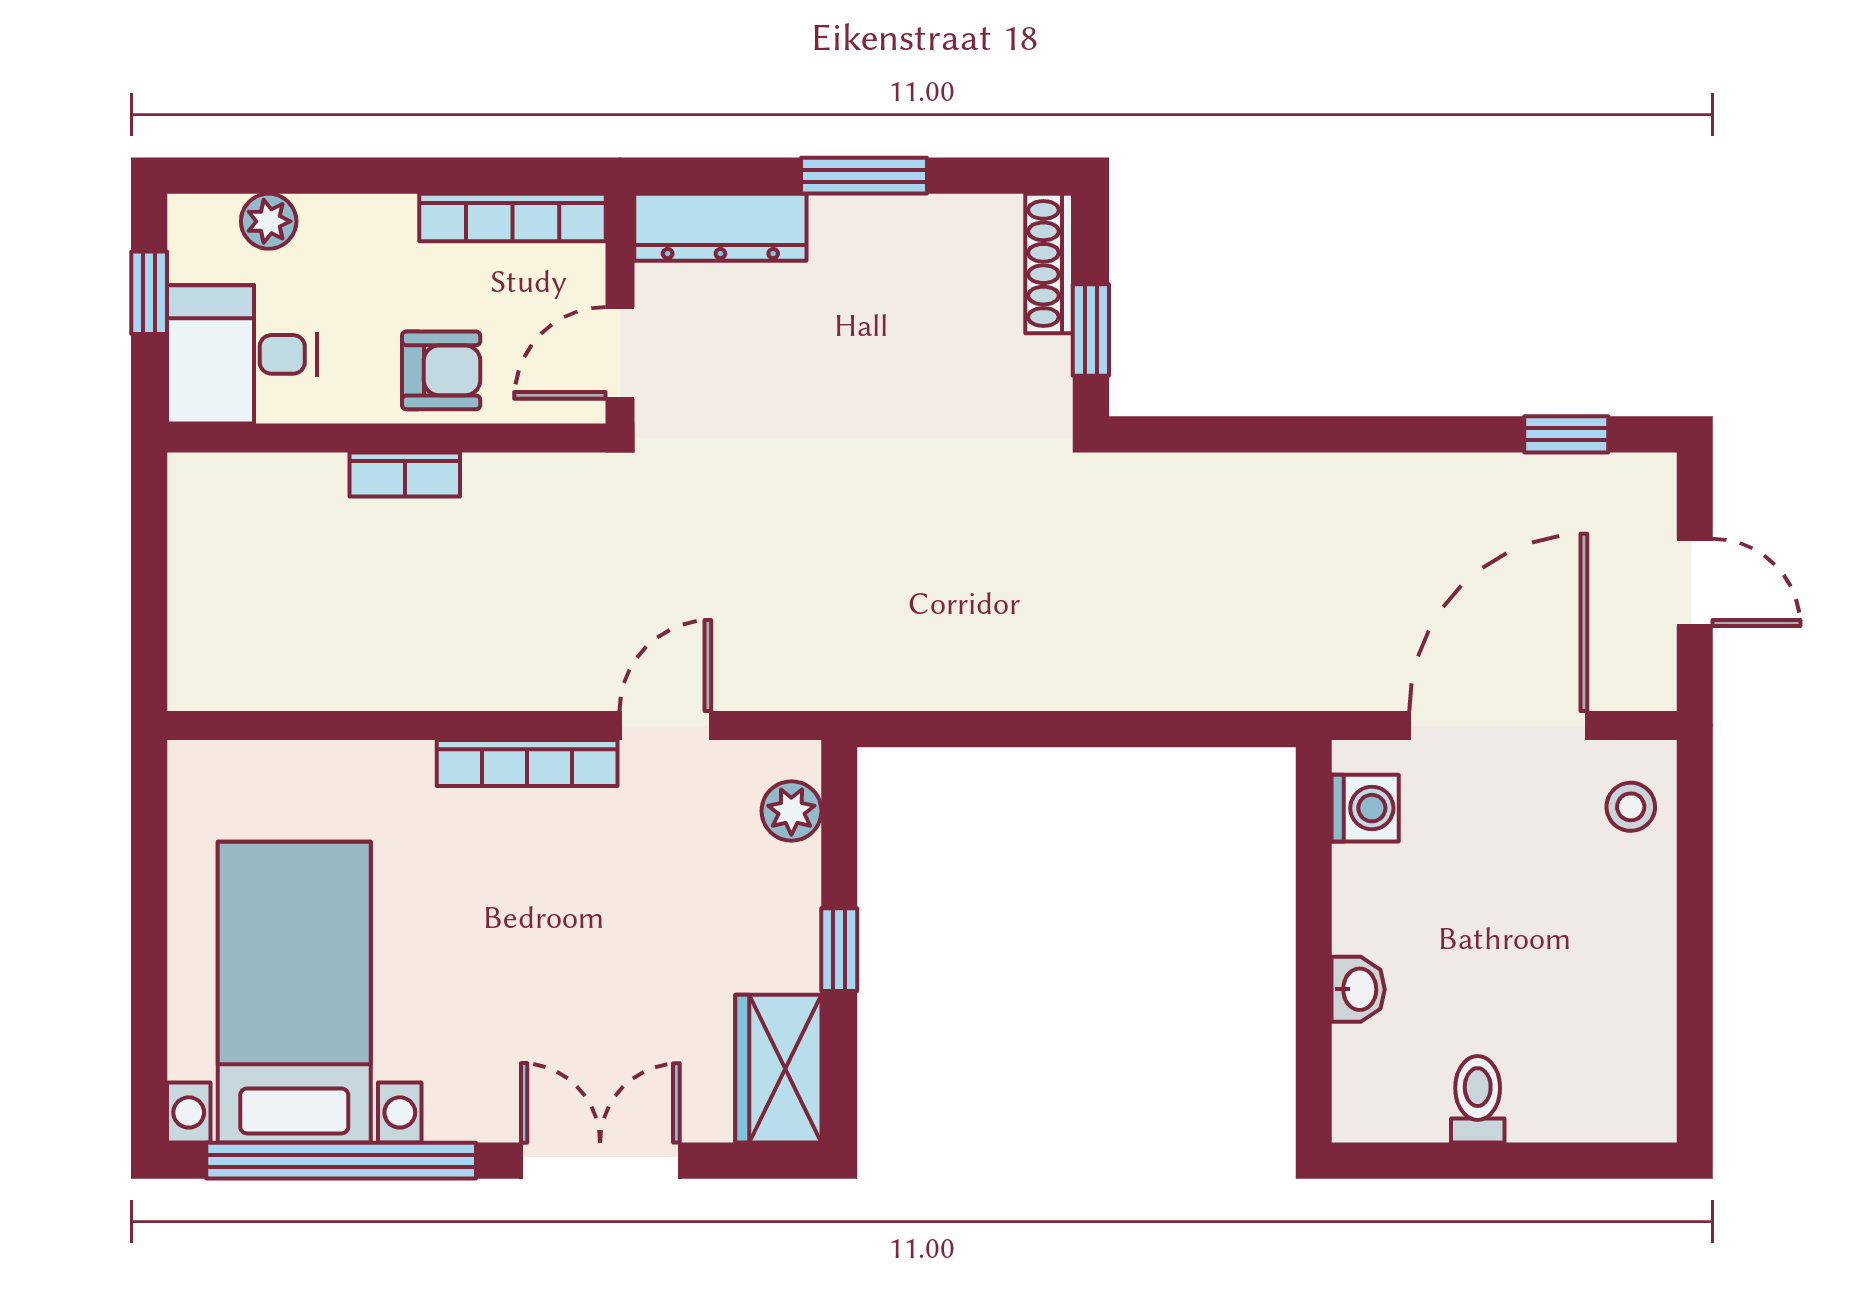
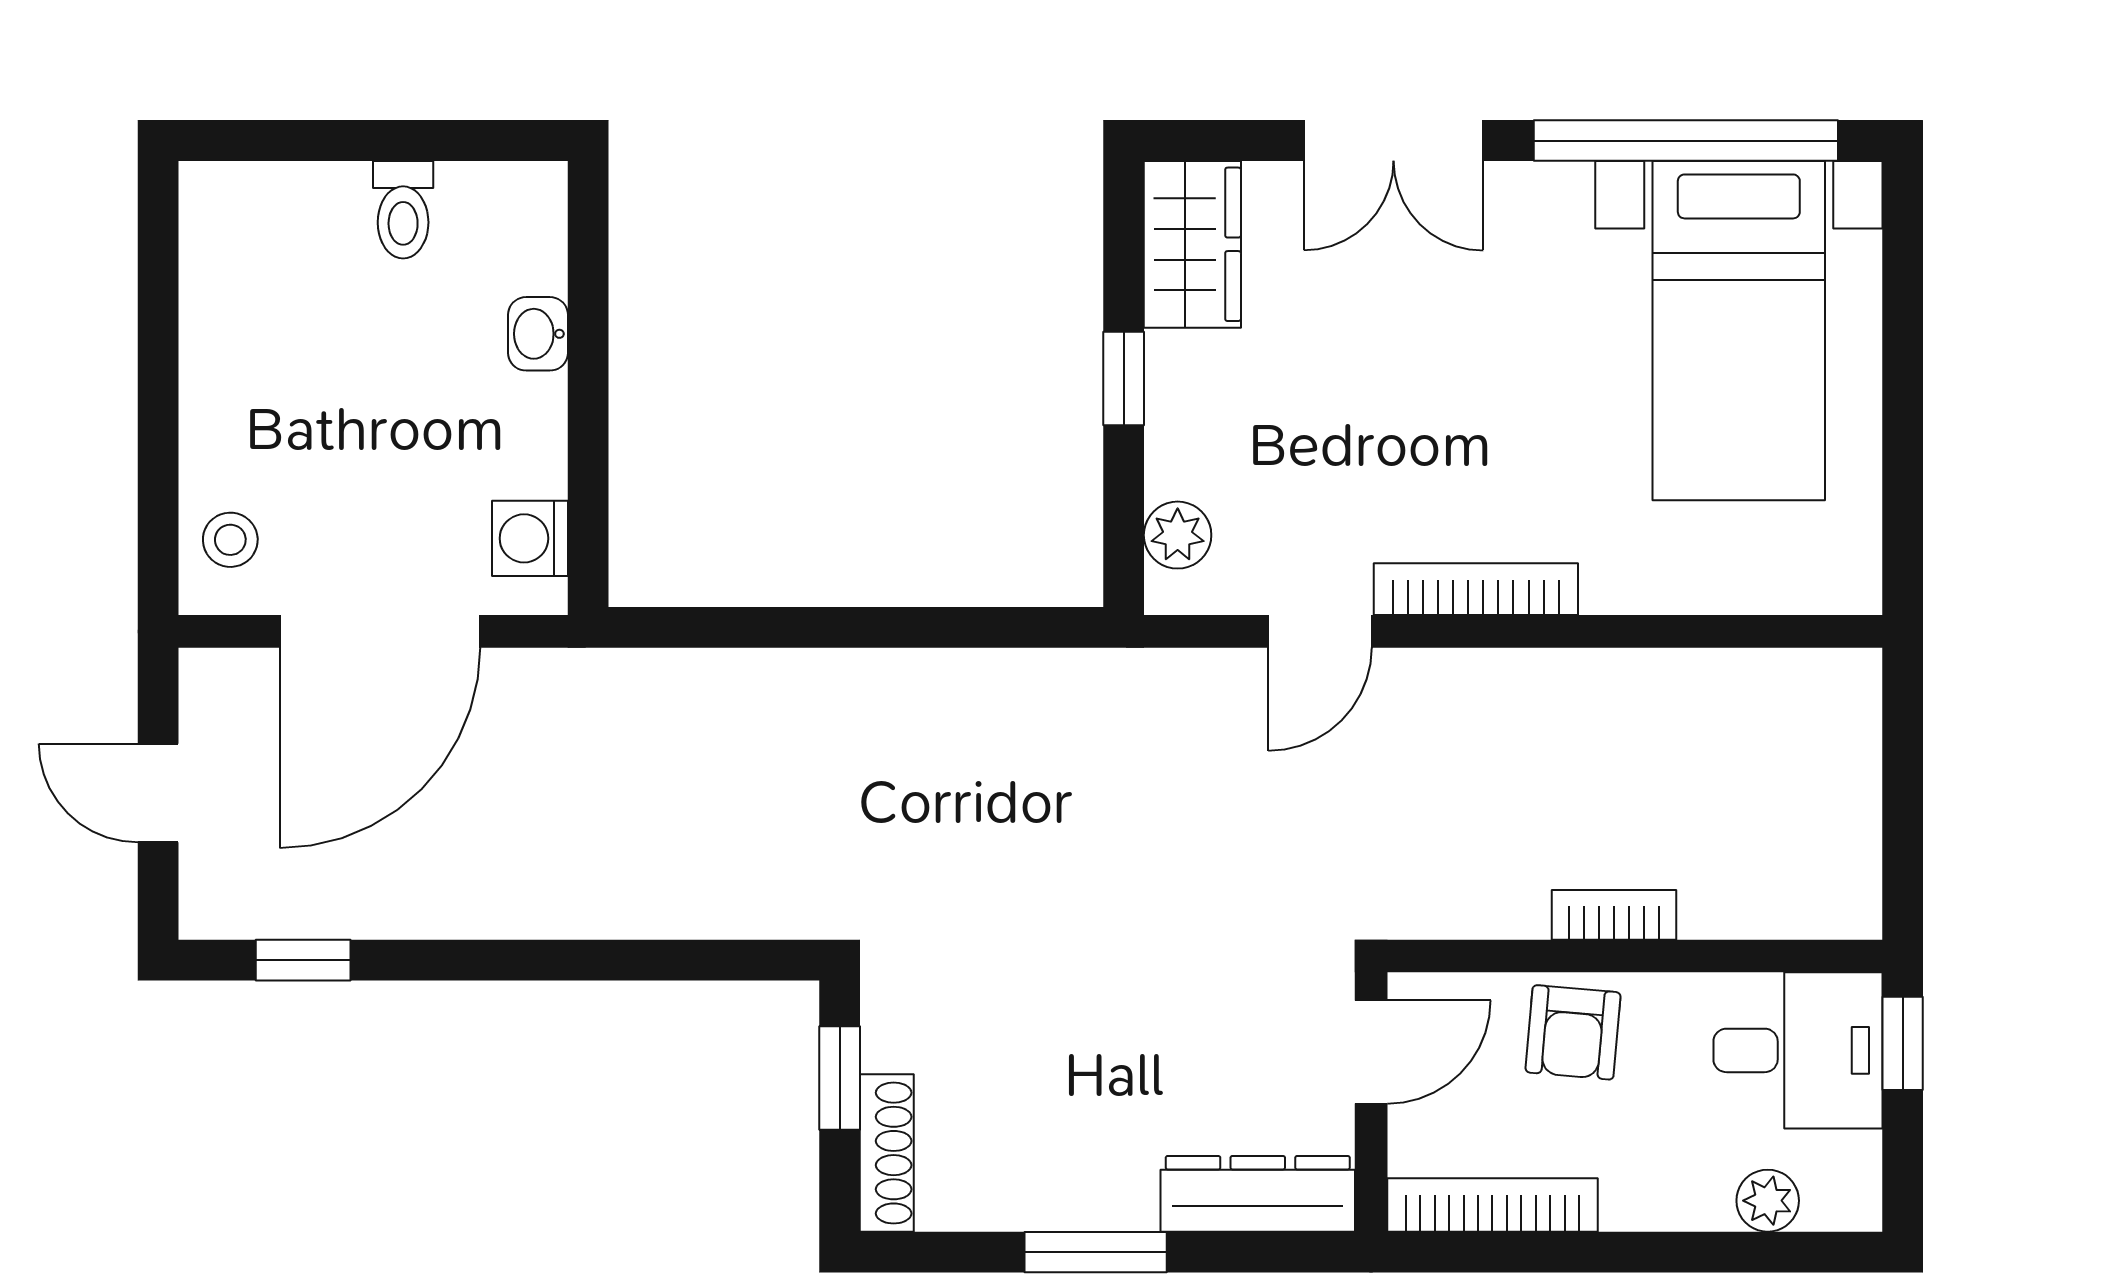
window: (149, 293) -> (1903, 1043), moved
armchair: (441, 370) -> (1573, 1032), turned -85

